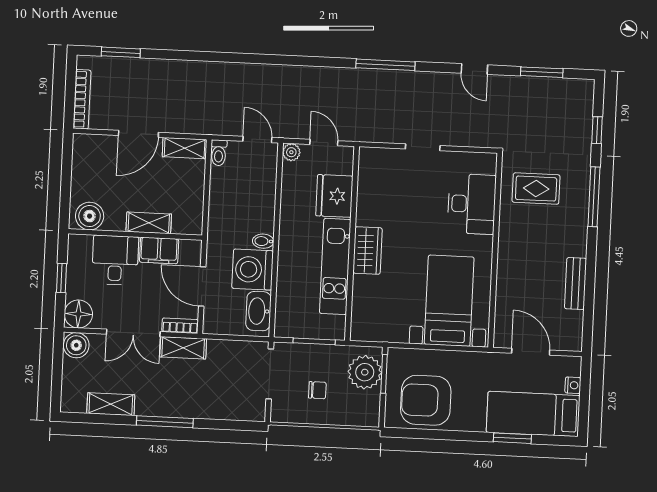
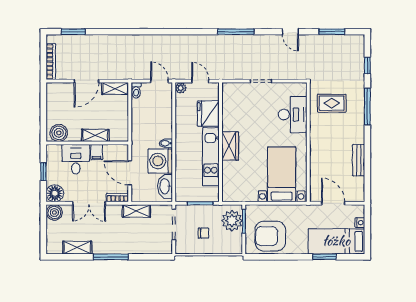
filing cabinet: (159, 251) -> (97, 152), width x0.50
shelving: (183, 348) -> (136, 211), moved

